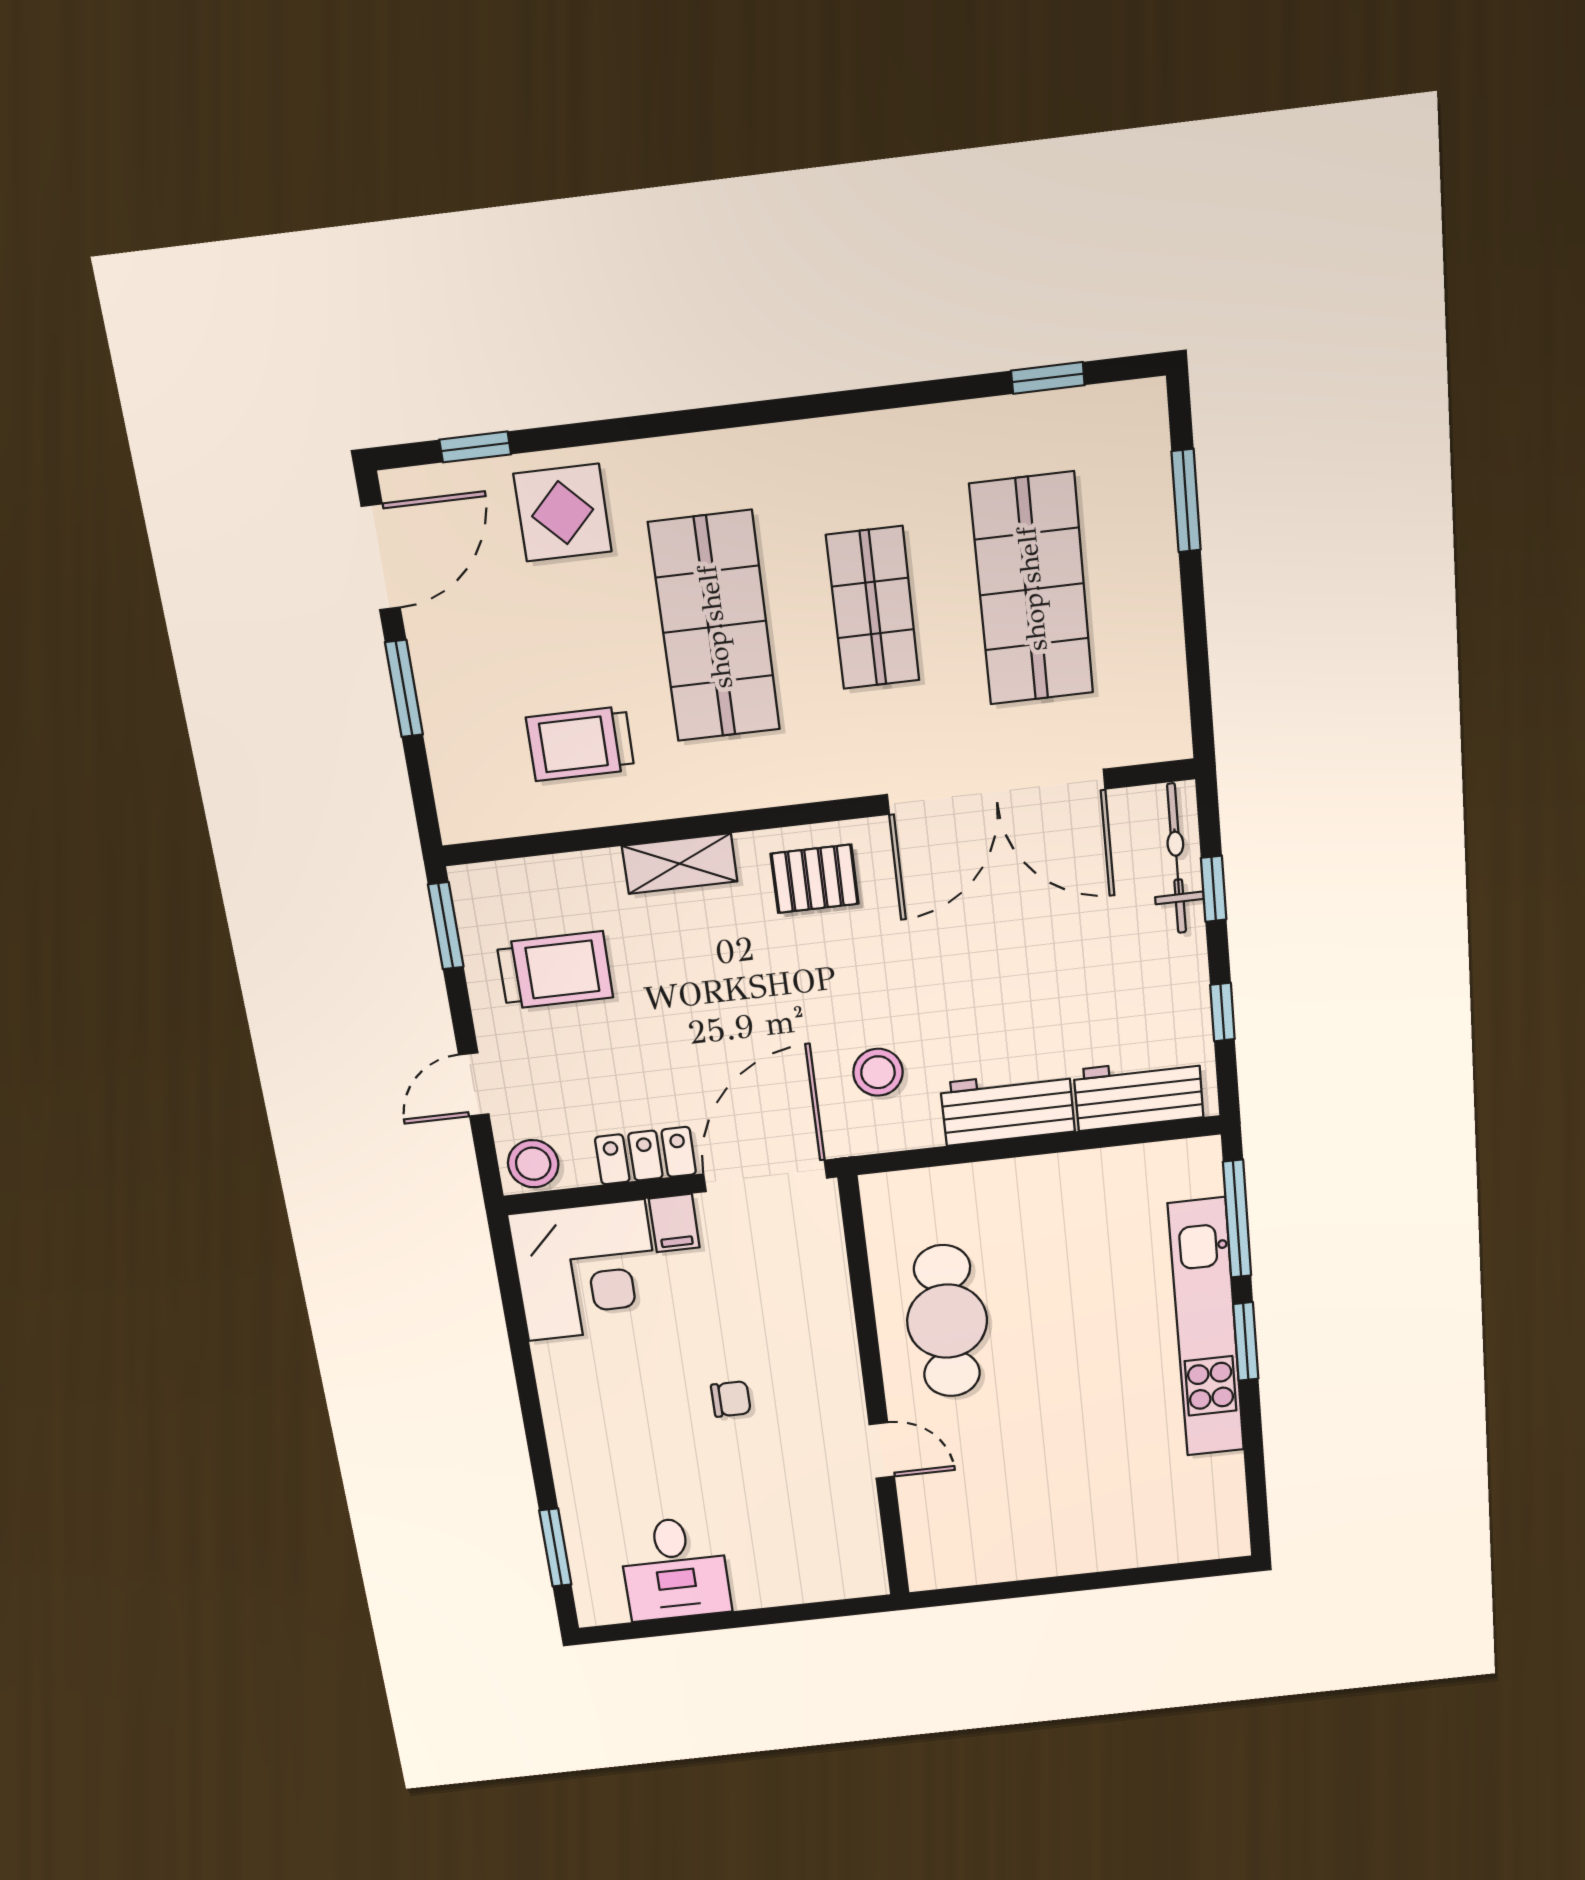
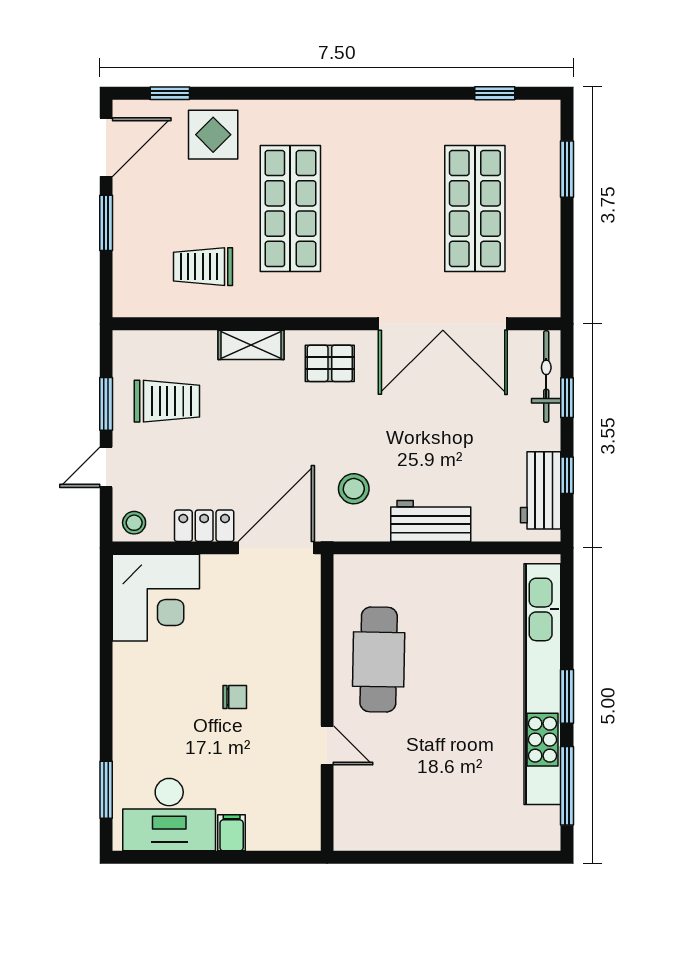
shop shelf: (873, 608) -> (383, 208), removed
window: (446, 926) -> (106, 404), moved
workbench: (1139, 1094) -> (541, 490), moved, turned -90
stool: (533, 1164) -> (134, 523), width x0.73, depth x0.73
window: (1237, 1219) -> (567, 786), moved
filing cabinet: (674, 1223) -> (232, 833), moved, turned 180
kitchen unit: (1206, 1328) -> (542, 684), width x1.36
desk: (675, 1569) -> (169, 815), width x1.37

